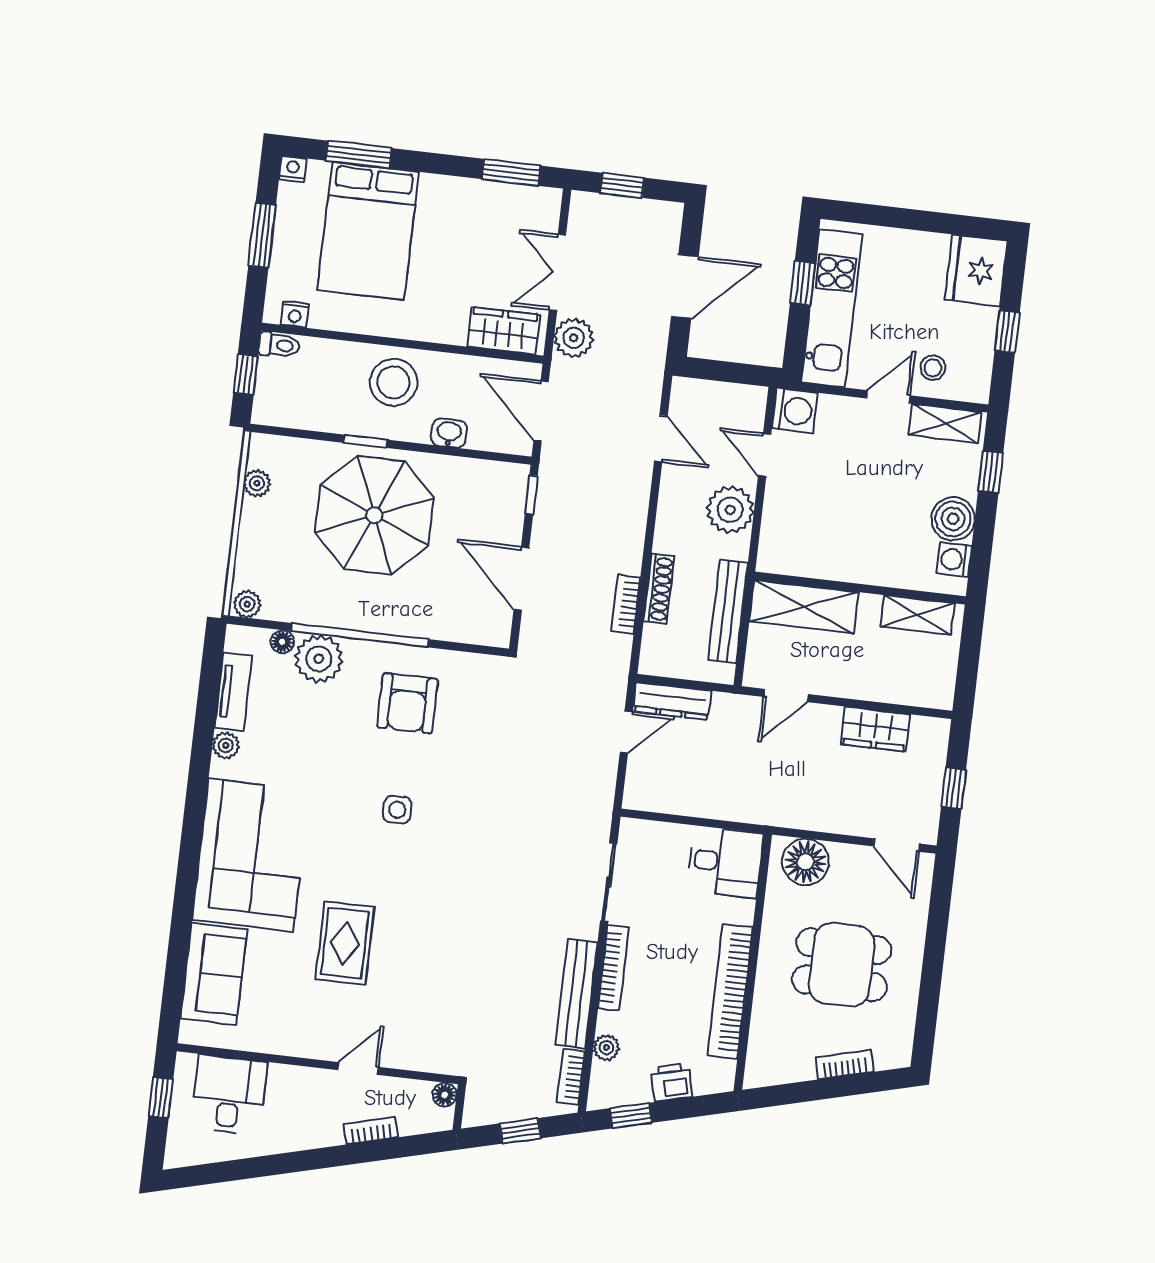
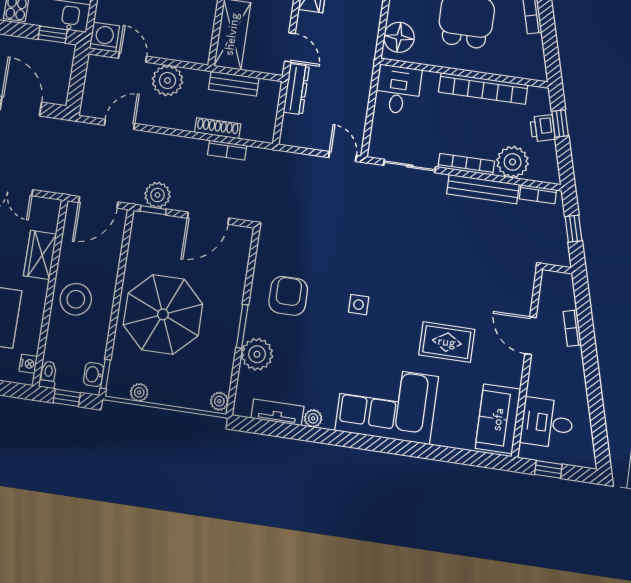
window: (803, 283) -> (53, 34), moved
wardrobe: (504, 331) -> (40, 255), moved
plant: (574, 338) -> (157, 195), moved
washbasin: (449, 433) -> (93, 374), moved
window: (366, 441) -> (105, 374), moved
door: (765, 455) -> (133, 57), swing flipped
bench: (728, 611) -> (234, 84), width x0.73
window: (360, 635) -> (242, 326), width x0.47
floor lamp: (282, 642) -> (245, 378), removed
dresser: (672, 701) -> (296, 89), moved
armchair: (407, 703) -> (288, 296), turned -90
door: (626, 732) -> (343, 156), moved
sofa: (214, 974) -> (498, 419), moved, turned -90
plant: (606, 1048) -> (513, 162), width x1.88, depth x1.88
door: (358, 1068) -> (531, 336), width x1.38
floor lamp: (445, 1095) -> (549, 278), removed
window: (631, 1116) -> (560, 124), moved

